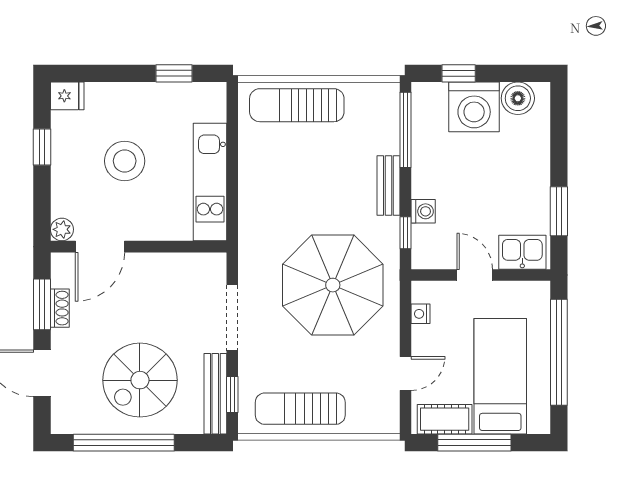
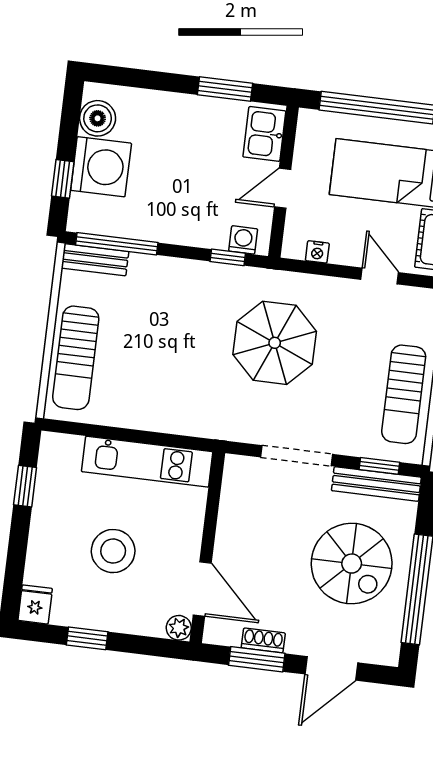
bench: (388, 185) -> (95, 260), moved
washing machine: (423, 211) -> (243, 240), moved
parasol: (333, 285) -> (275, 343), width x0.73, depth x0.73

